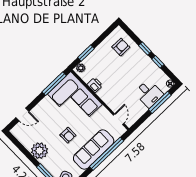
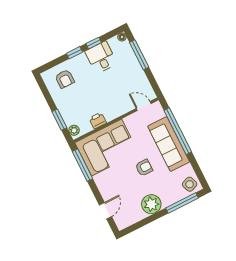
armchair: (121, 47) -> (65, 79), turned 180
desk: (149, 94) -> (101, 57), moved, turned -90

